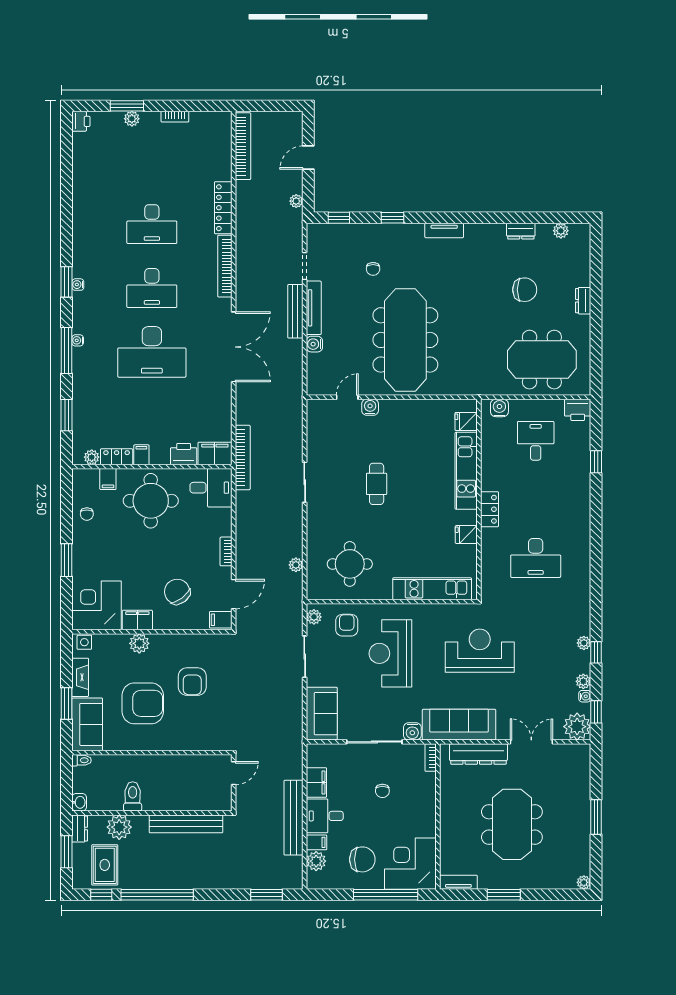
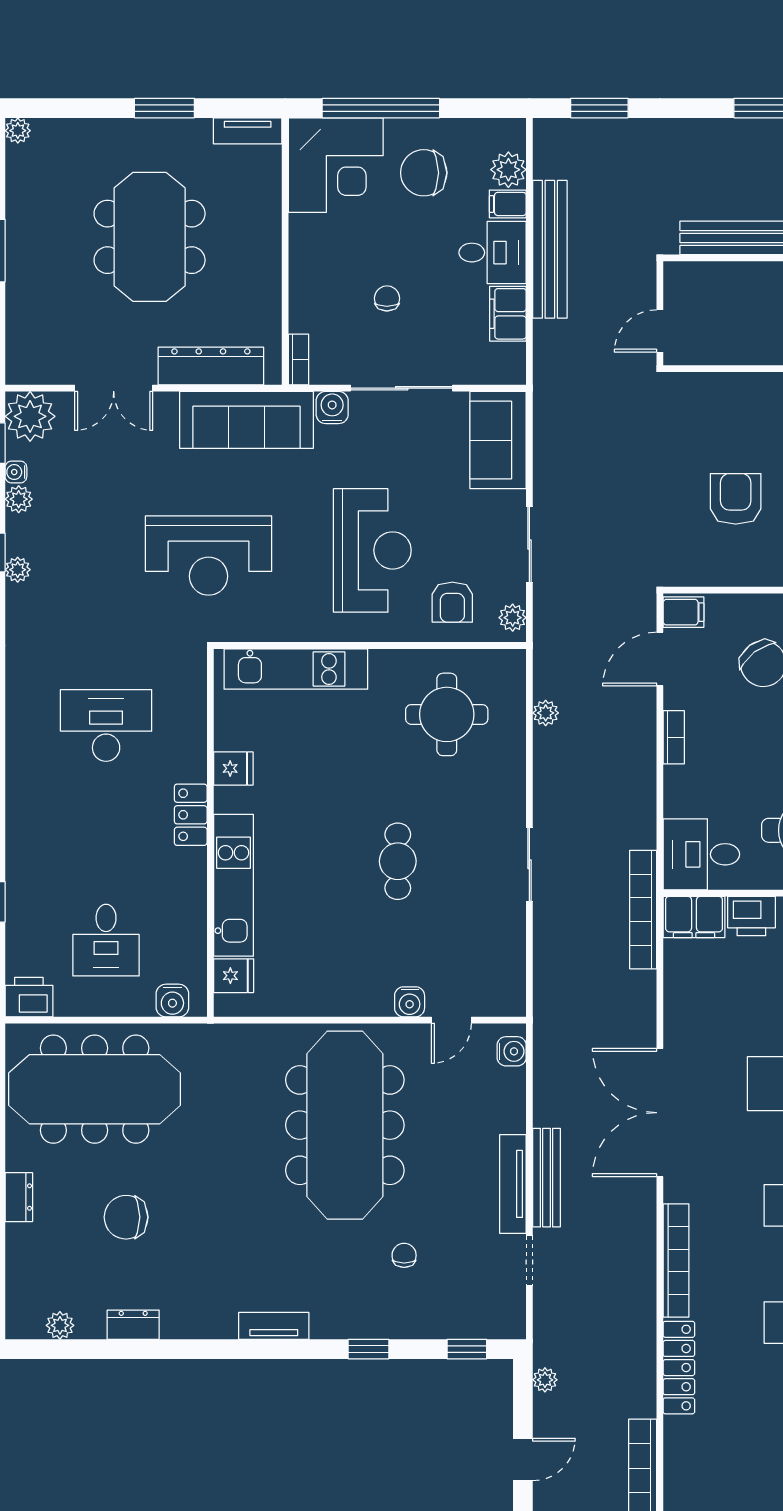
water cooler: (314, 344) -> (512, 1051), moved
meeting table: (542, 360) -> (95, 1089), width x1.36

